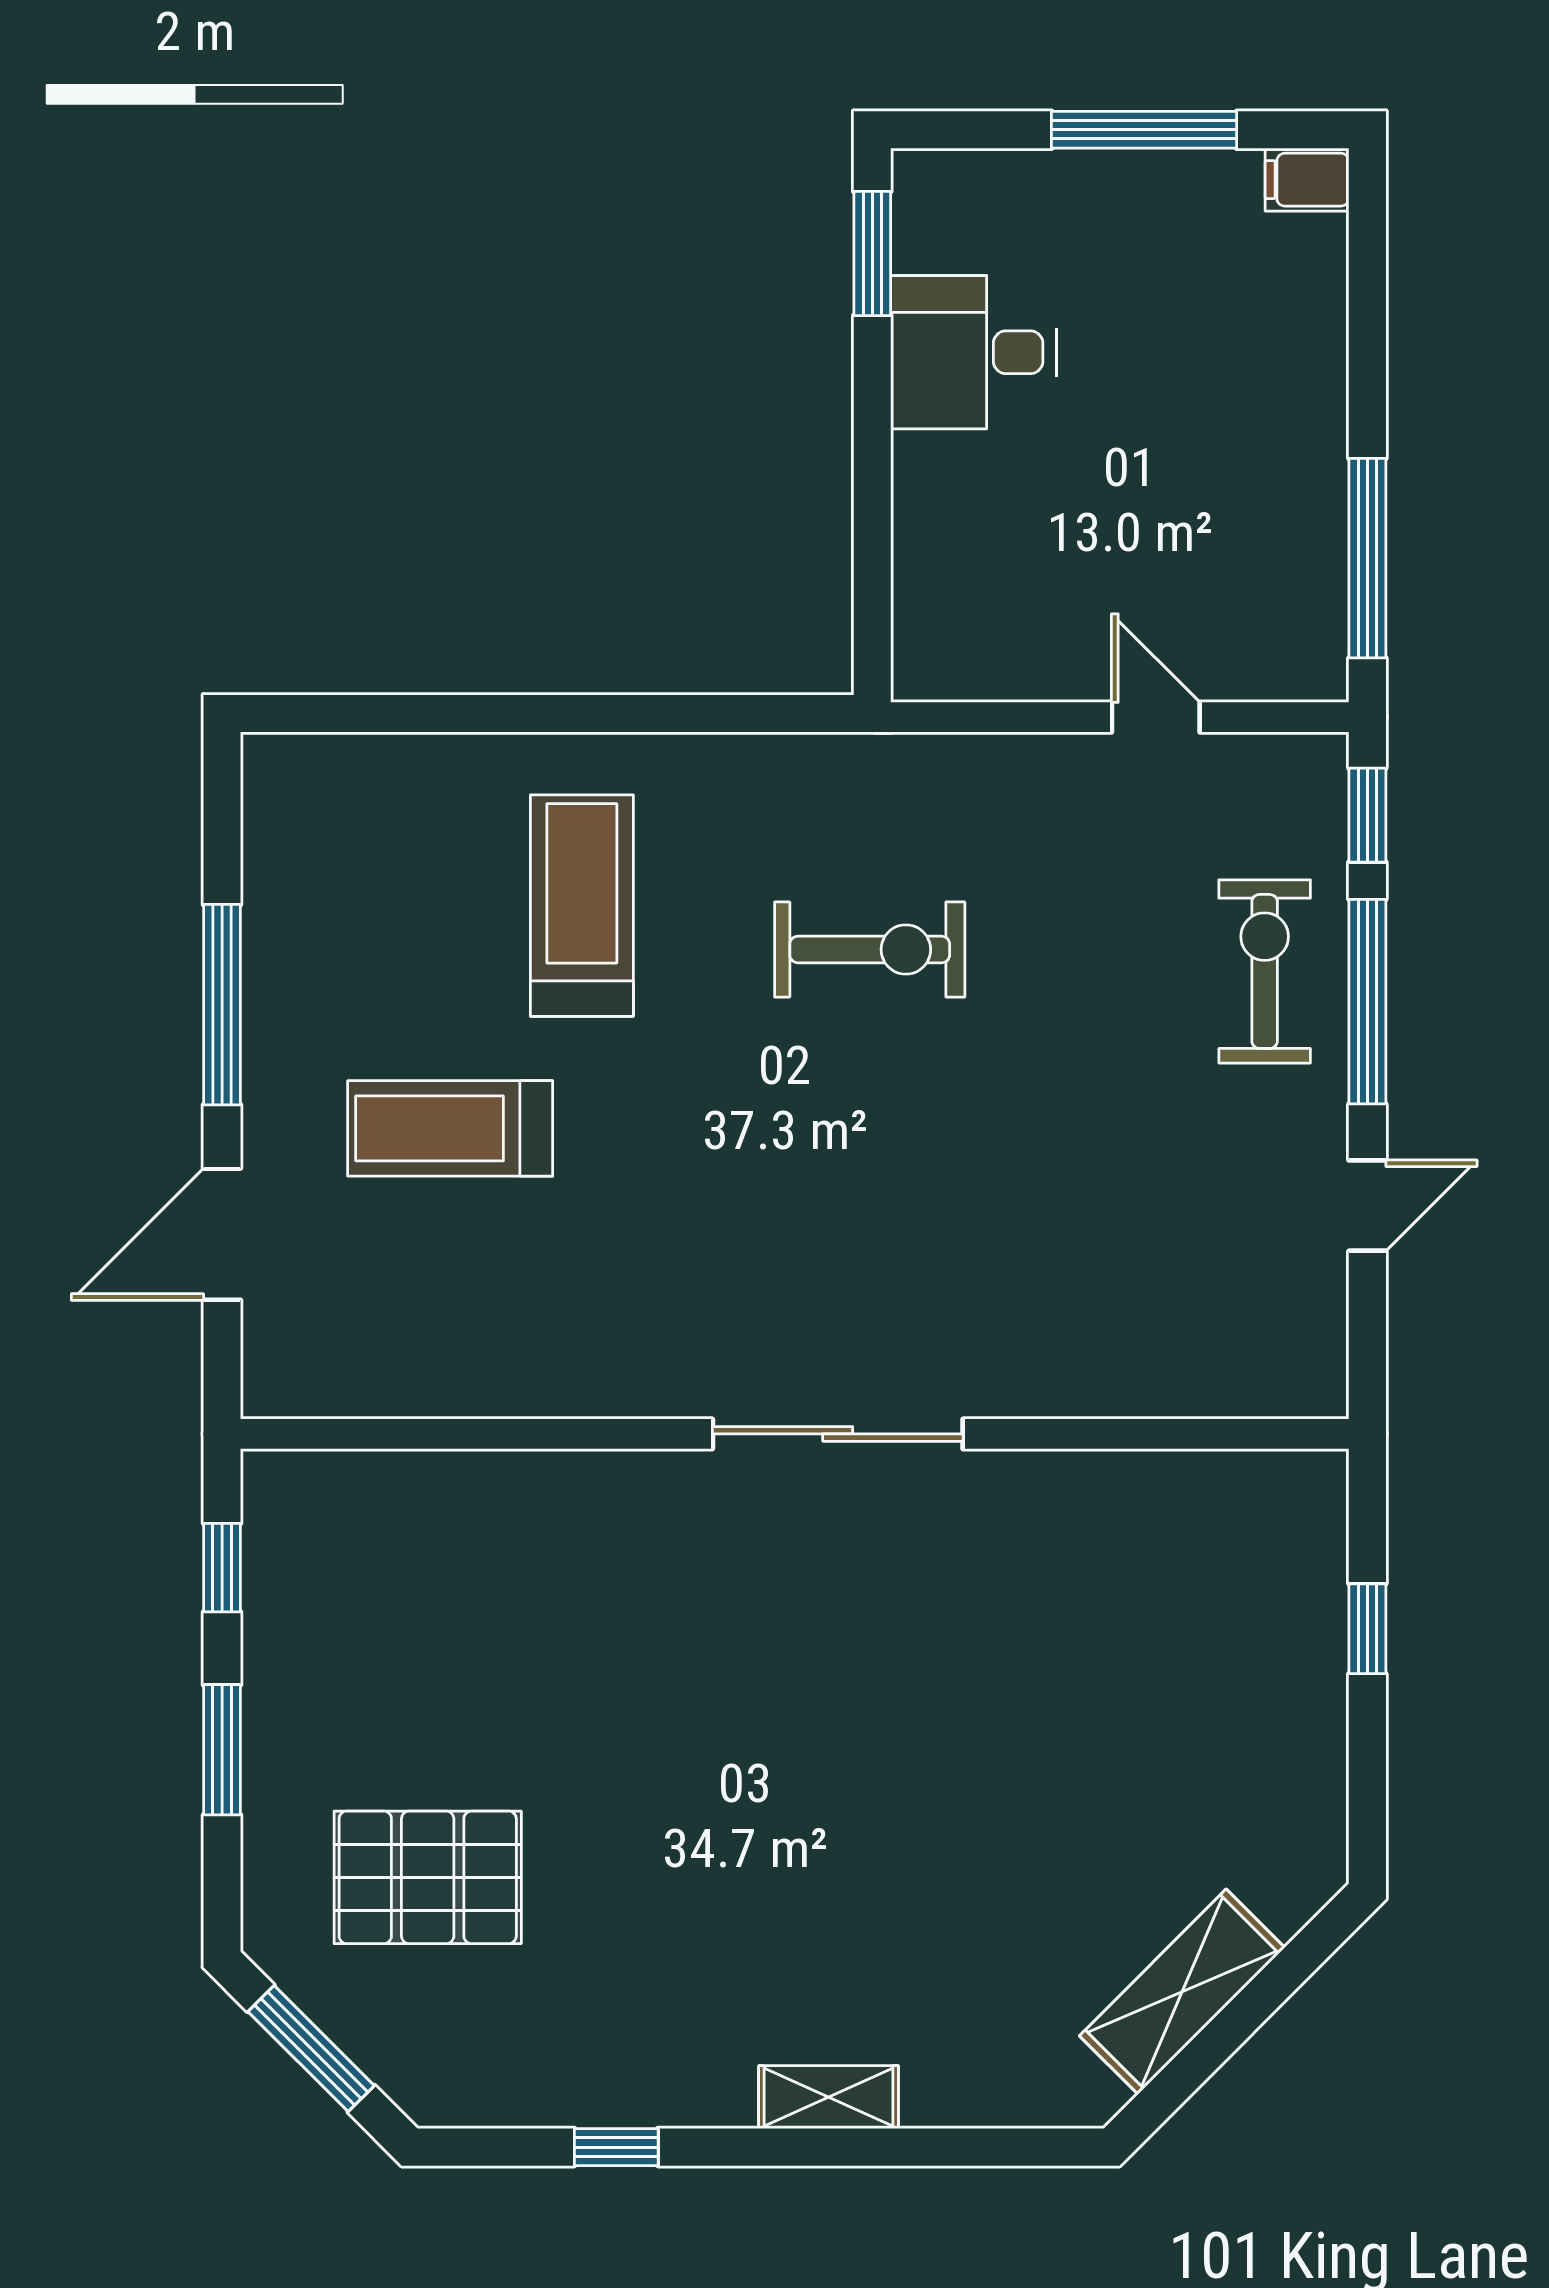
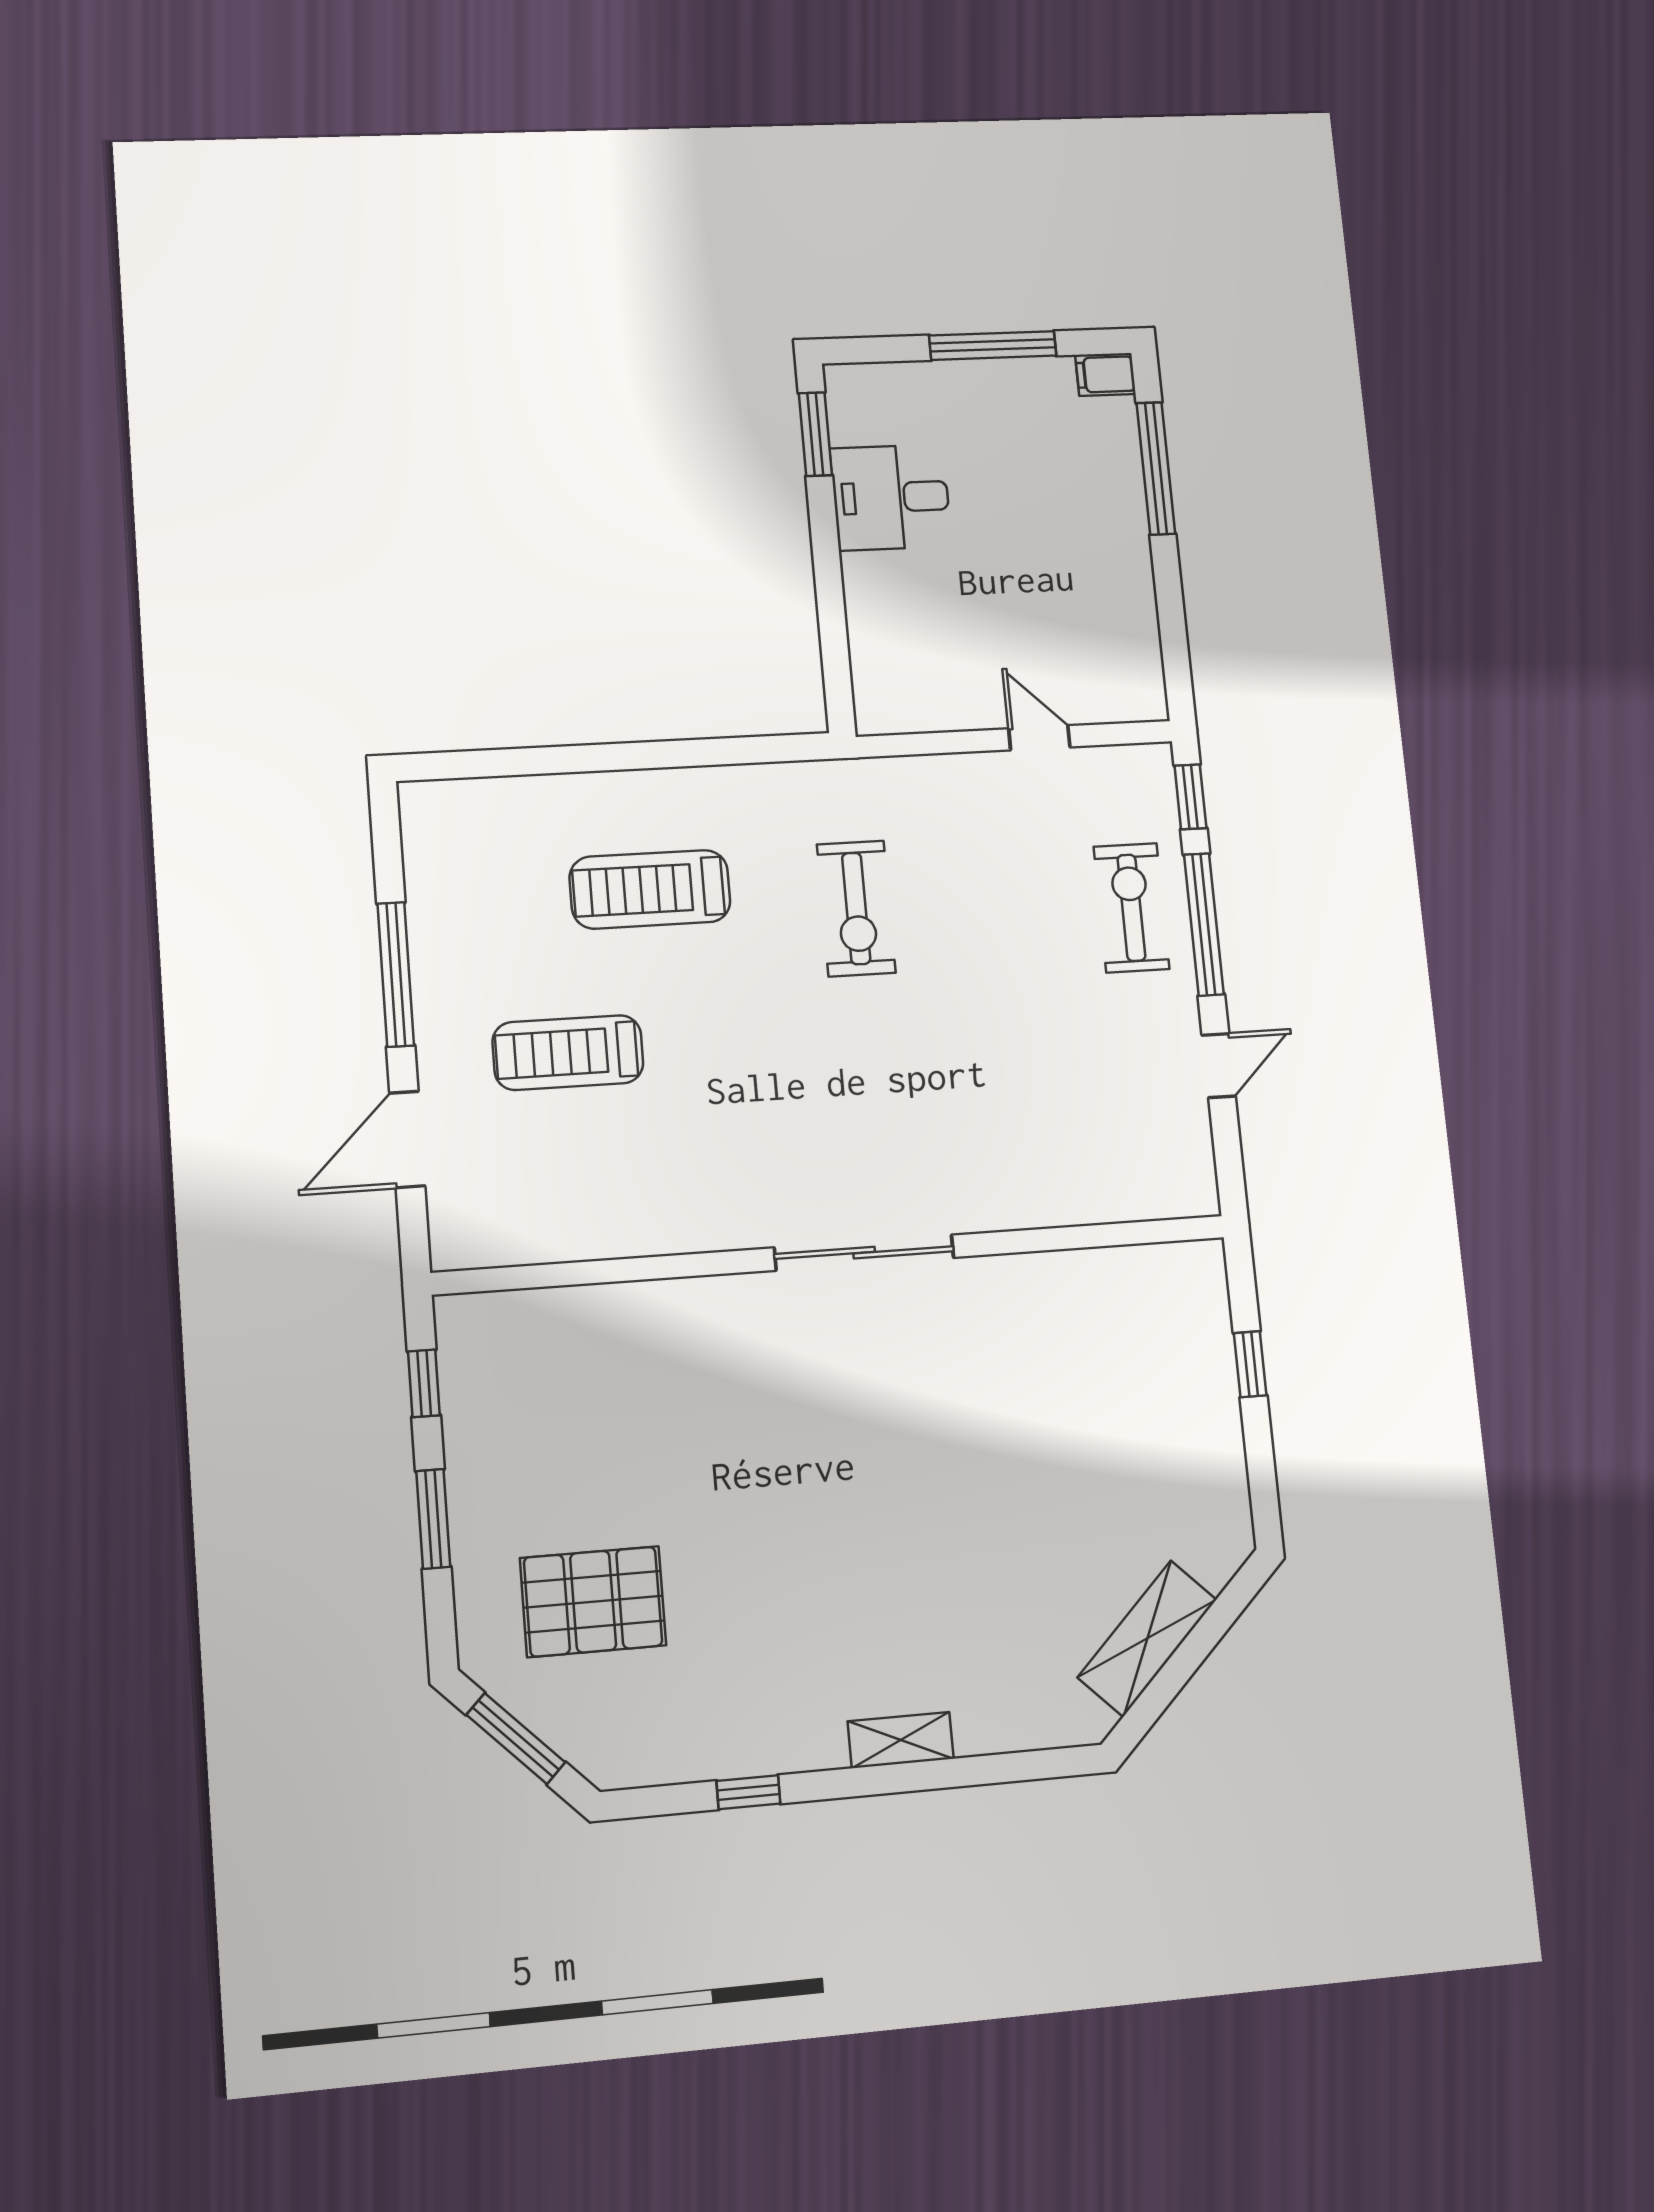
window: (1367, 558) -> (1156, 468), moved
treadmill: (582, 906) -> (650, 889), turned -90
exercise bike: (870, 949) -> (856, 908), turned 90

